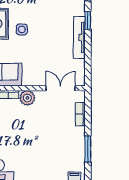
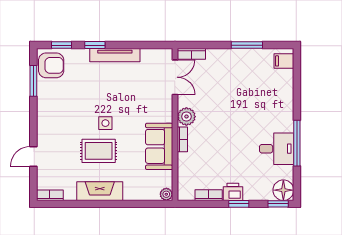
double door: (61, 88) -> (175, 77), swing flipped
bookcase: (80, 114) -> (191, 54), moved

